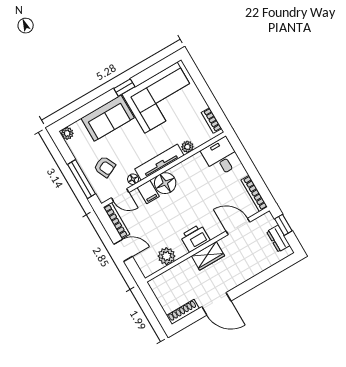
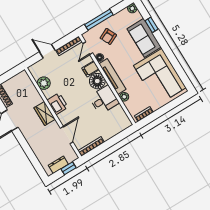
window: (124, 88) -> (152, 25), moved
desk: (221, 157) -> (104, 100), moved
door: (123, 250) -> (47, 51), swing flipped

